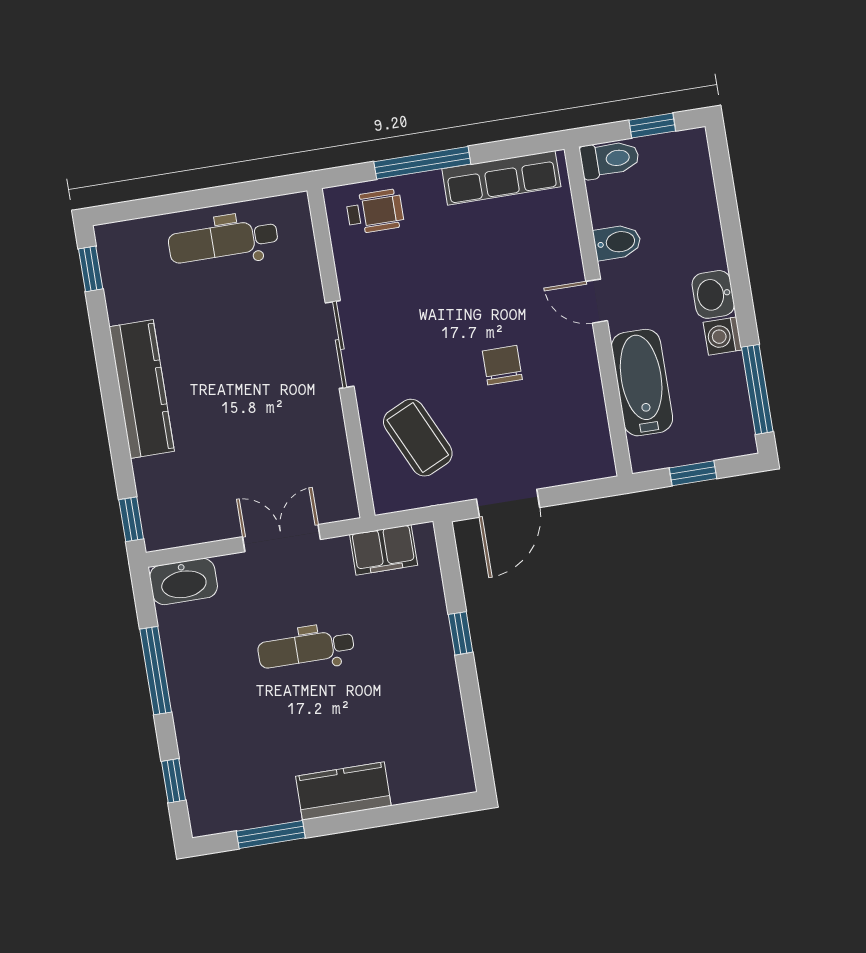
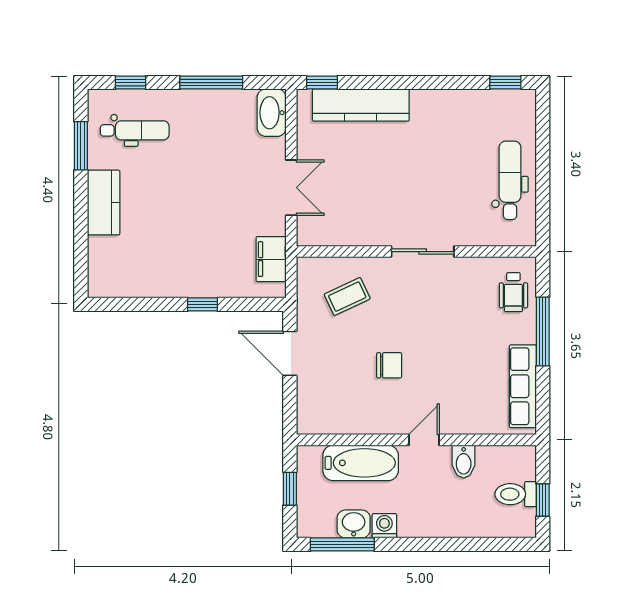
toilet: (610, 159) -> (516, 494), moved, turned 90
washbasin: (713, 294) -> (354, 524), moved
kitchen counter: (142, 389) -> (361, 105), moved
coffee table: (418, 438) -> (347, 297), width x0.73, depth x0.77
dental chair: (306, 649) -> (135, 130), moved, turned 90

